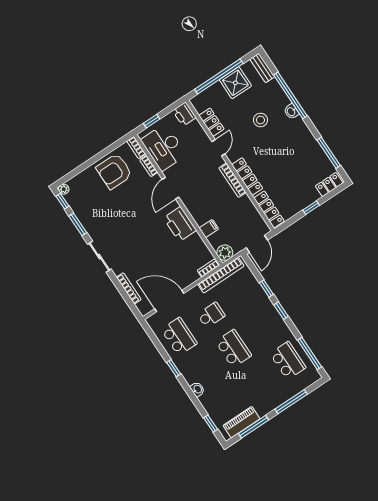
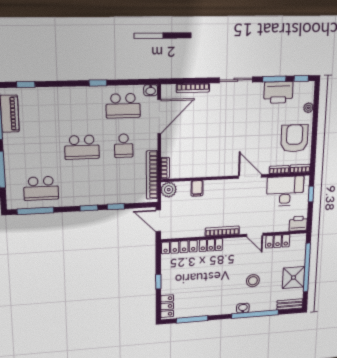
locker: (247, 176) -> (211, 245), width x0.66
plant: (64, 189) -> (308, 108), moved
printer: (180, 224) -> (278, 92), moved, turned 180
washbasin: (197, 389) -> (151, 90), moved

